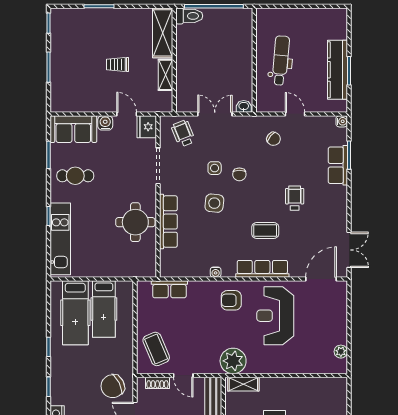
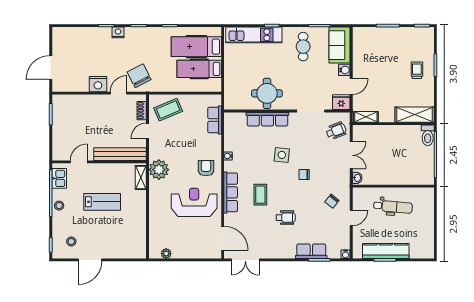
trolley: (117, 64) -> (417, 70), moved
shelving: (165, 75) -> (366, 117), moved
side table: (215, 168) -> (309, 155), removed

